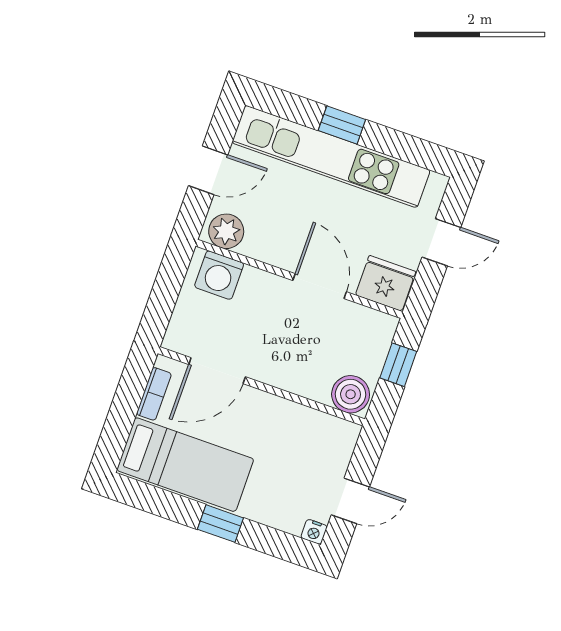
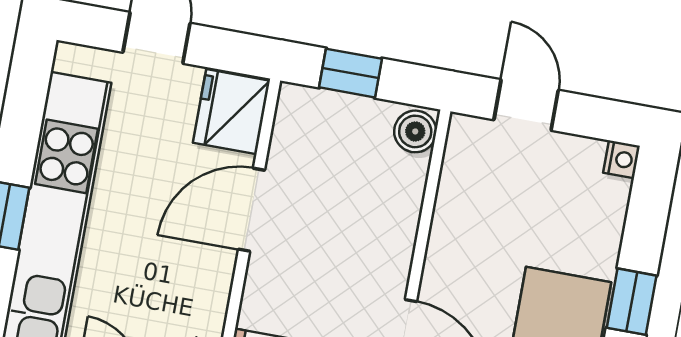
boiler: (351, 394) -> (415, 131), width x0.73, depth x0.73
door: (350, 501) -> (526, 105), moved

